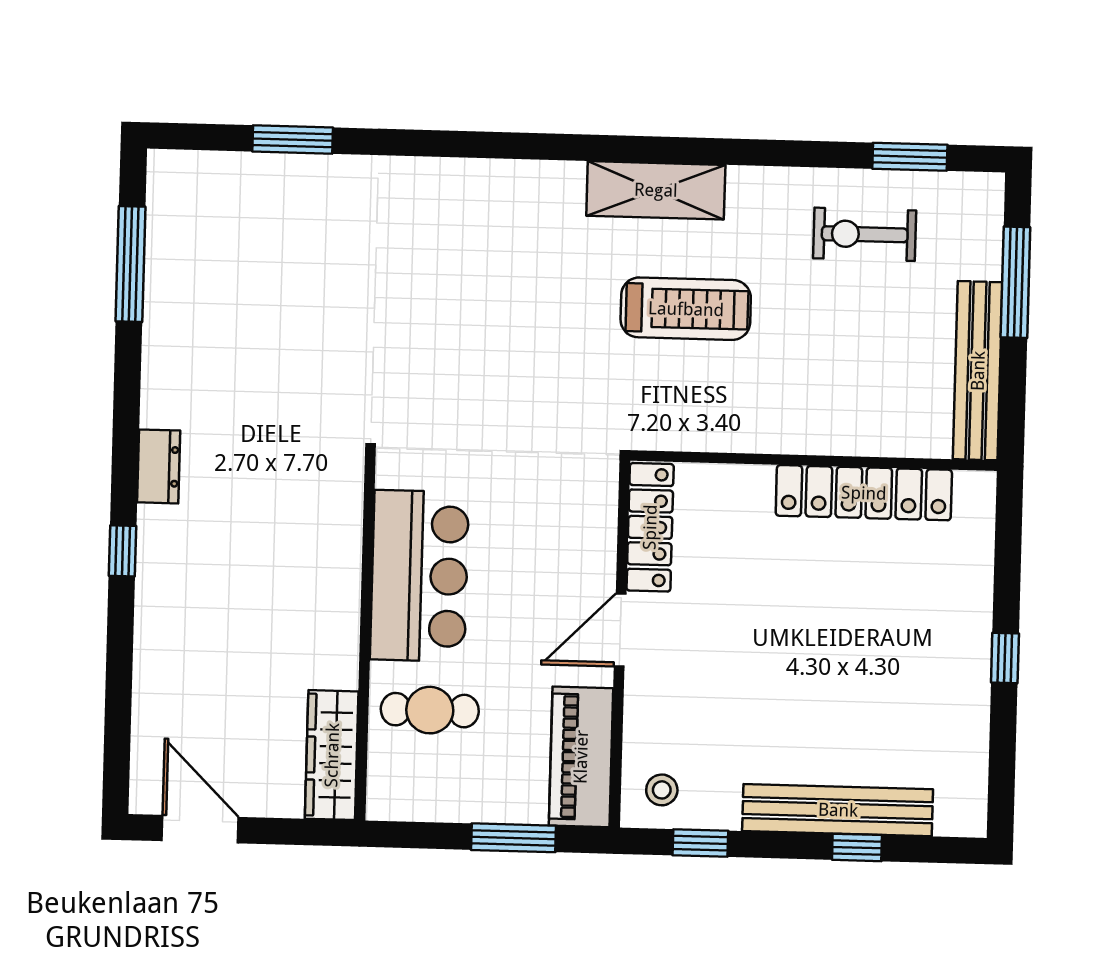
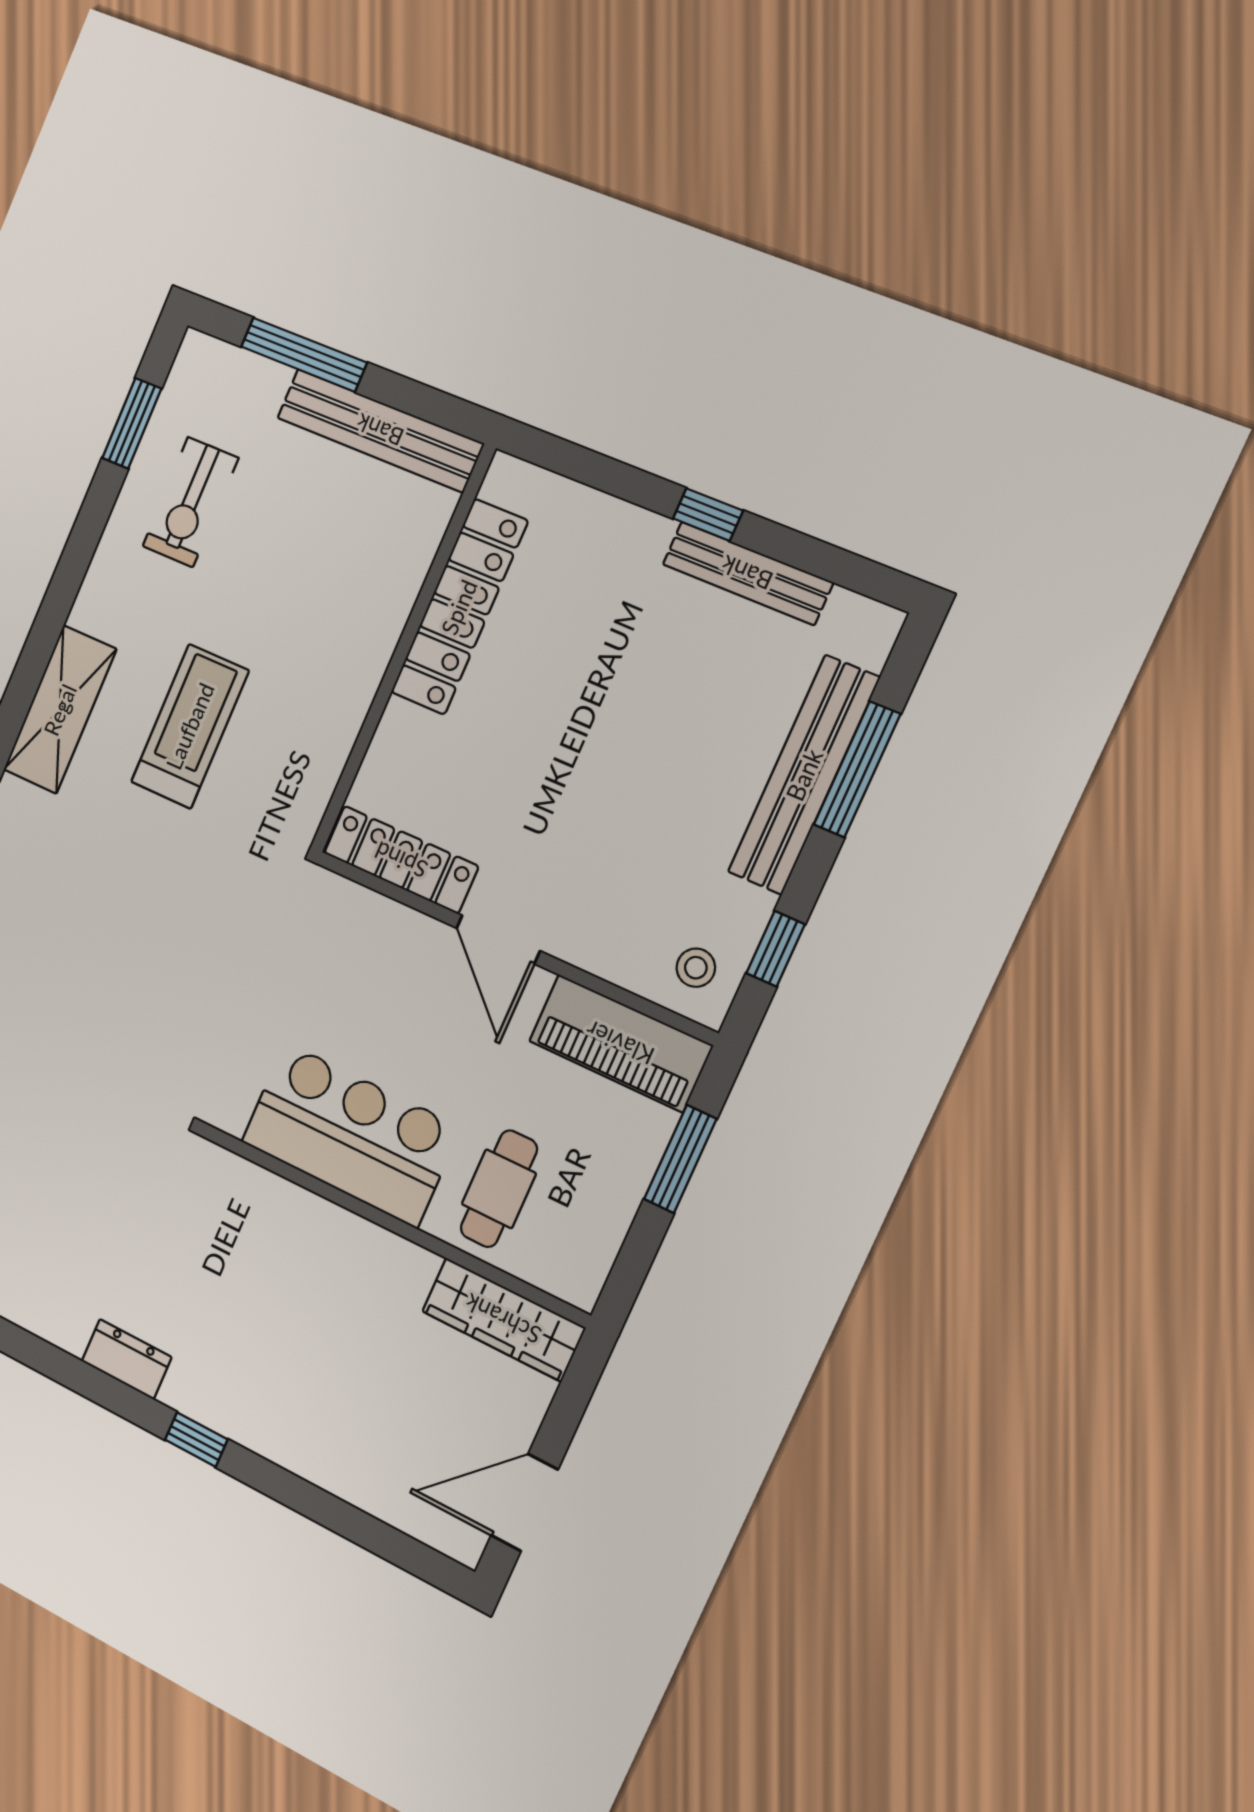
bench: (972, 706) -> (747, 573), added
window: (857, 847) -> (857, 769), width x2.17

